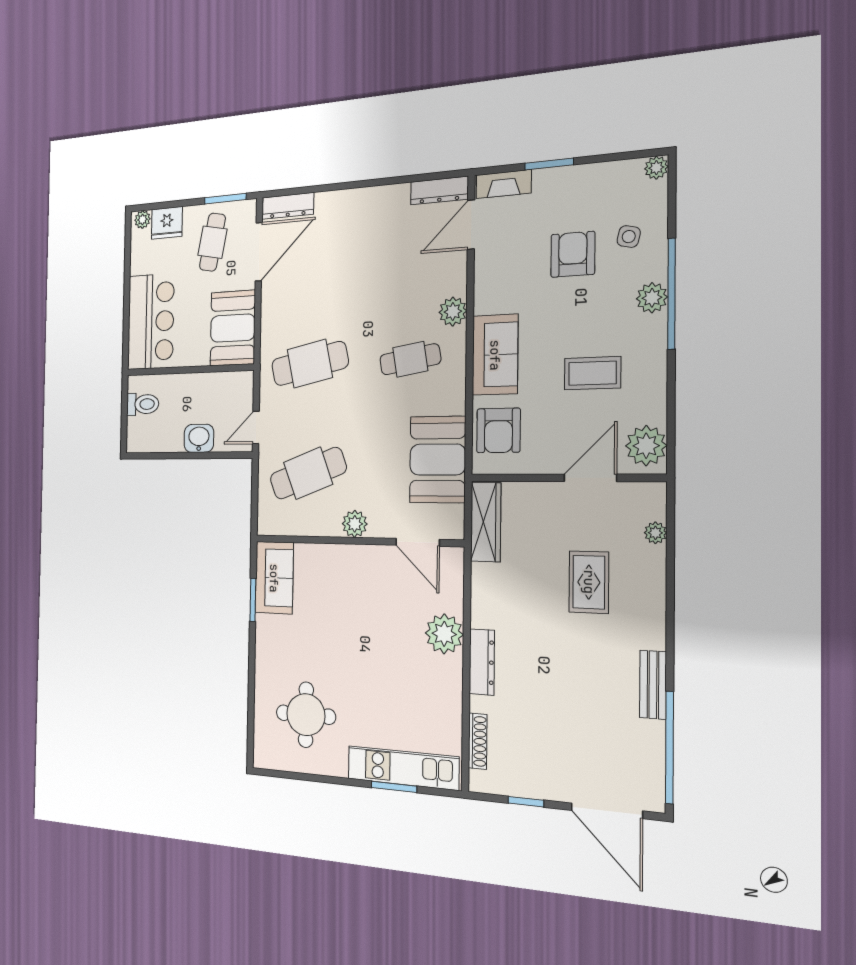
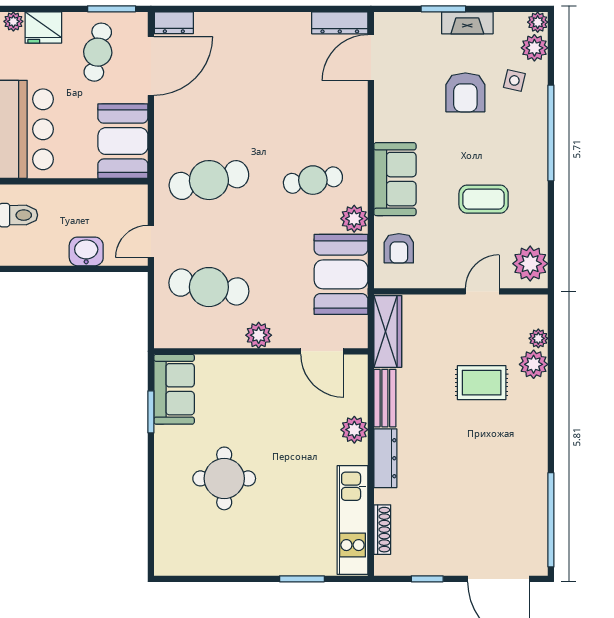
fireplace: (504, 184) -> (467, 23), moved
dresser: (288, 206) -> (174, 23), width x0.70
armchair: (573, 254) -> (465, 92), turned 180
plant: (652, 298) -> (534, 48), moved
plant: (453, 312) -> (354, 219), moved
armchair: (498, 430) -> (399, 248), width x0.72, depth x0.72
cafe table: (308, 473) -> (209, 287), turned 30
door: (590, 478) -> (482, 291), width x0.73
plant: (650, 563) -> (534, 364), added
rug: (589, 582) -> (482, 383), turned 90
plant: (444, 634) -> (354, 430), width x0.73, depth x0.73
bench: (653, 685) -> (385, 398), moved
round table: (306, 715) -> (224, 478), moved
kitchen unit: (403, 768) -> (353, 520), moved, turned -90

